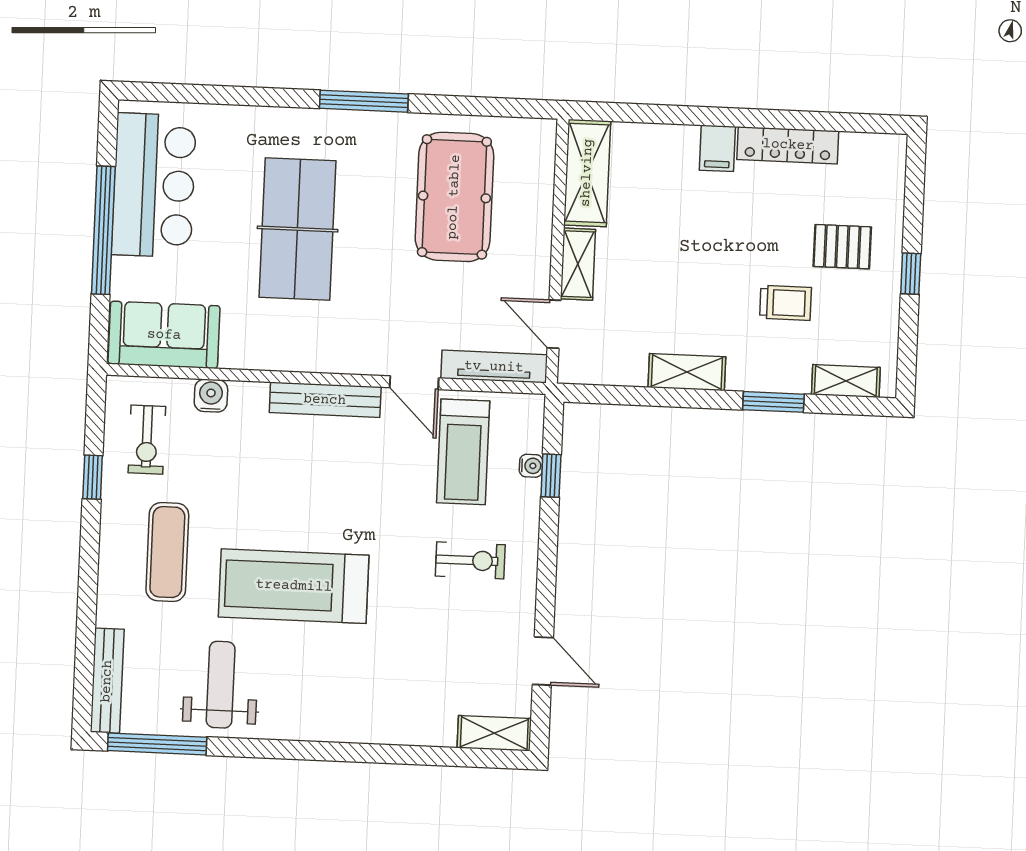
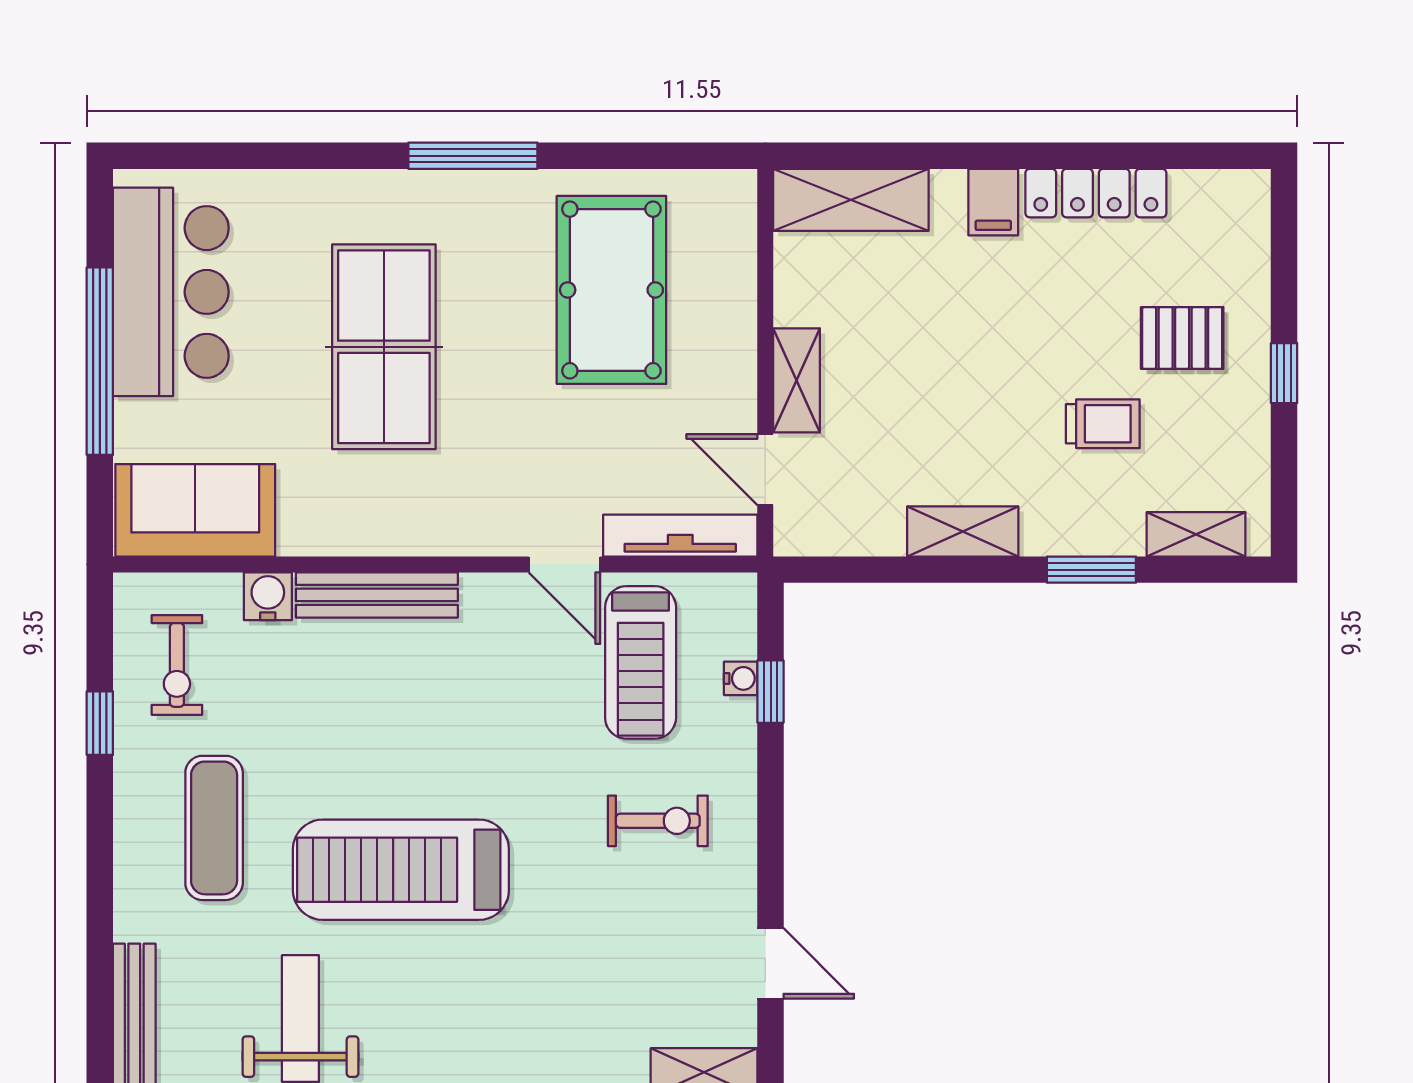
shelving: (587, 173) -> (851, 200), moved, turned 90
bench: (325, 400) -> (377, 595), moved

